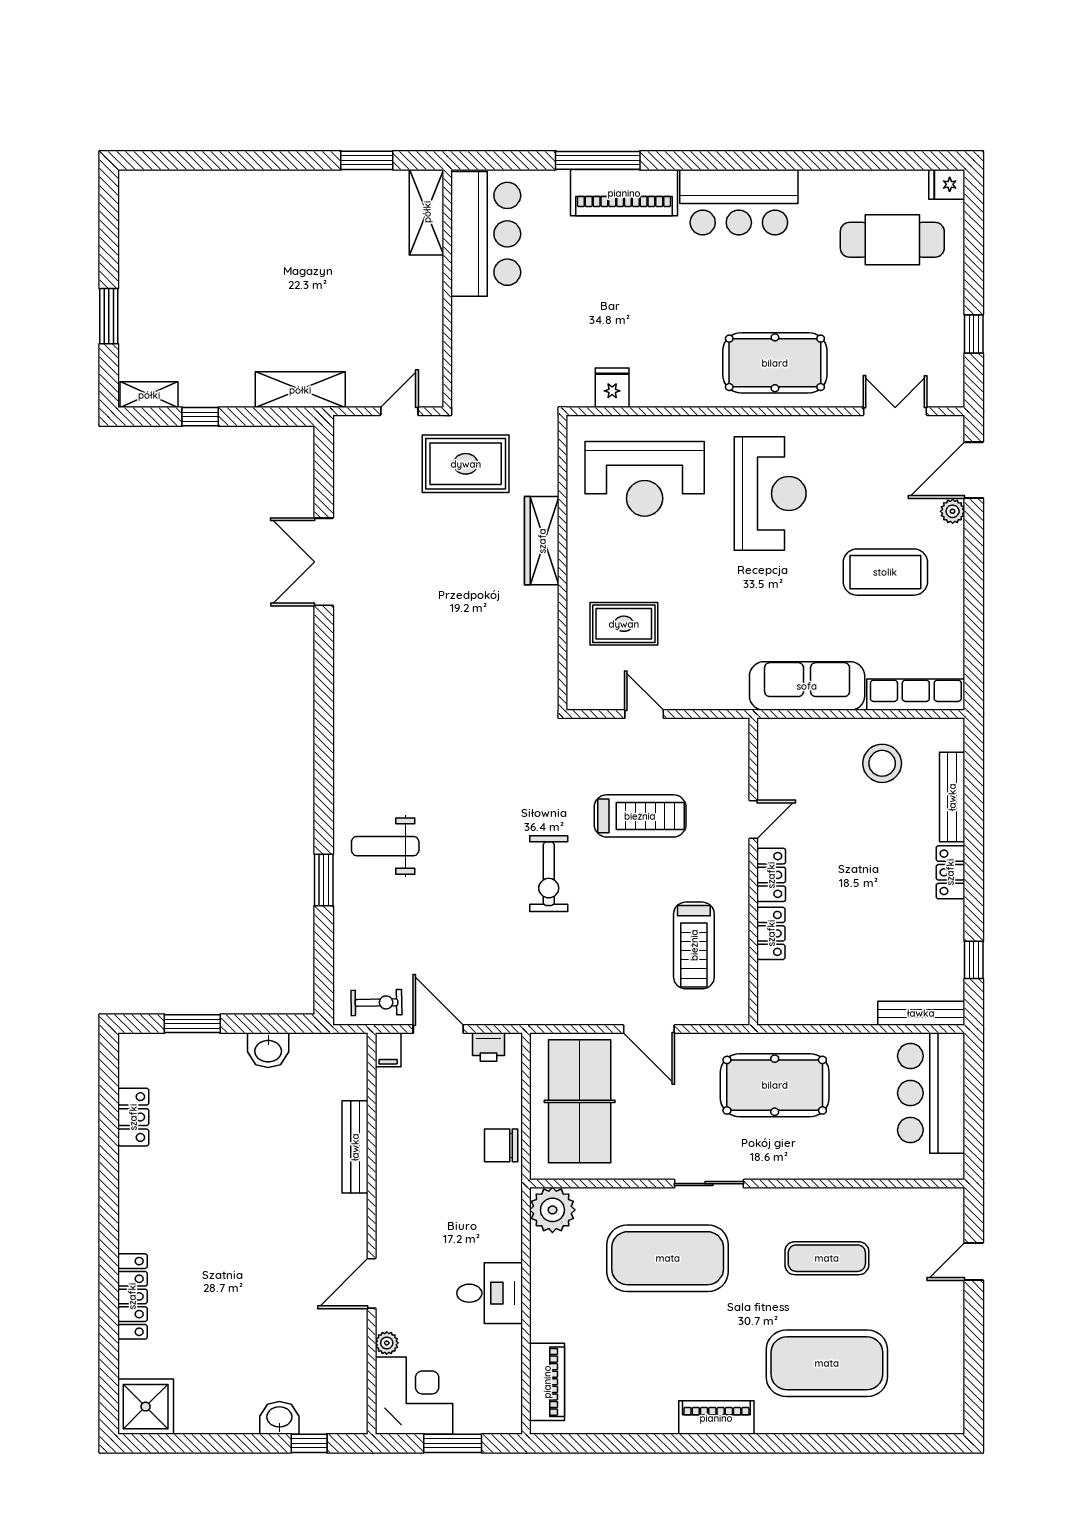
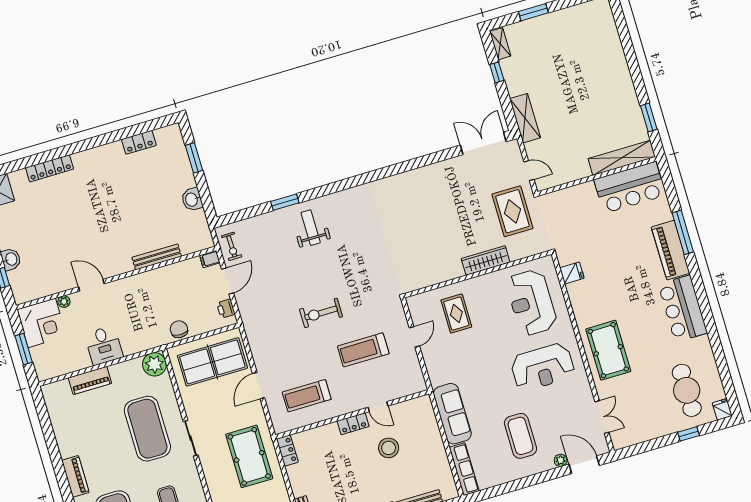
shelving: (427, 212) -> (622, 158), width x1.47
window: (974, 334) -> (689, 434), moved
double door: (324, 562) -> (483, 143), moved
stool: (882, 763) -> (389, 448), moved
treadmill: (640, 816) -> (363, 350), turned 90
locker: (771, 933) -> (287, 450), moved, turned -90
piano: (547, 1382) -> (90, 380), moved

